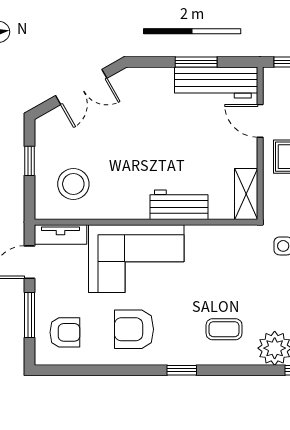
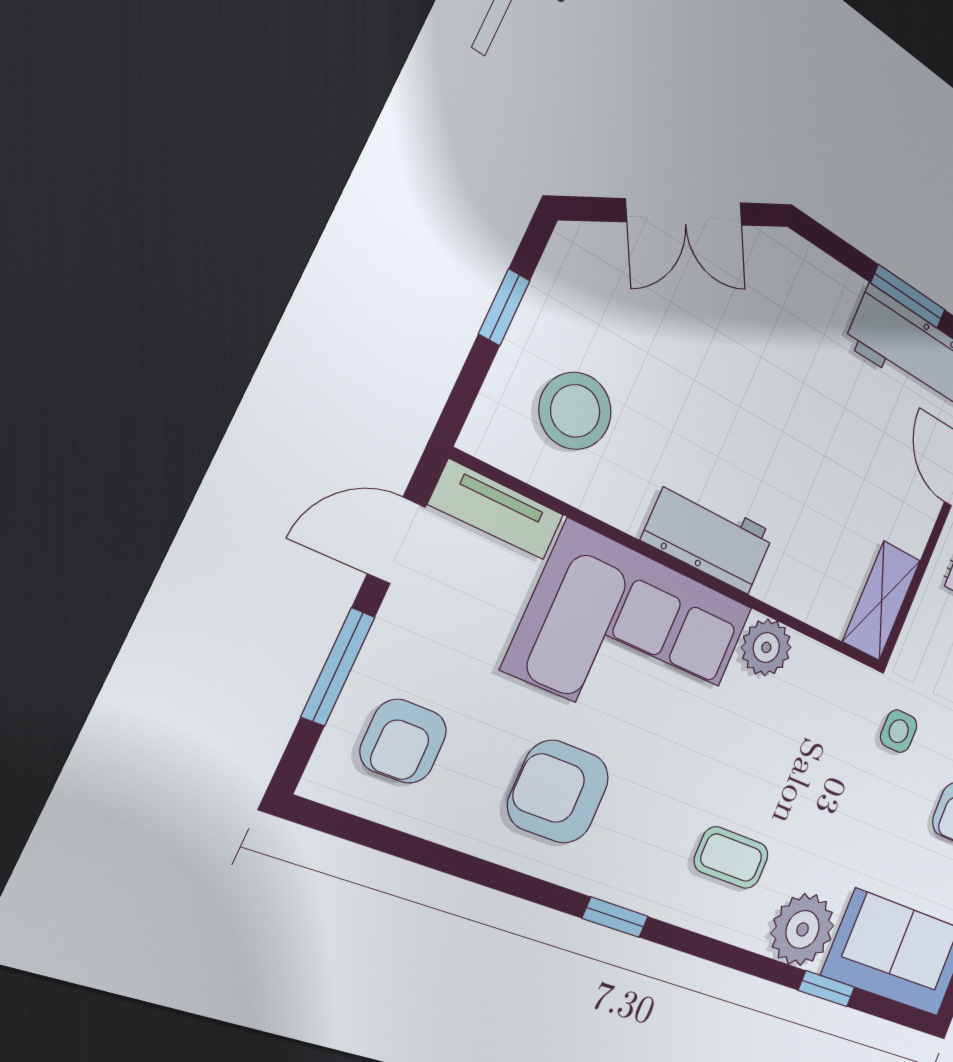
workbench: (179, 205) -> (709, 536), moved
plant: (199, 237) -> (766, 647), added
armchair: (65, 332) -> (404, 741), turned 90

